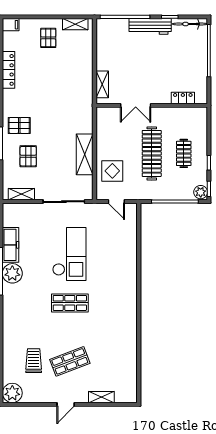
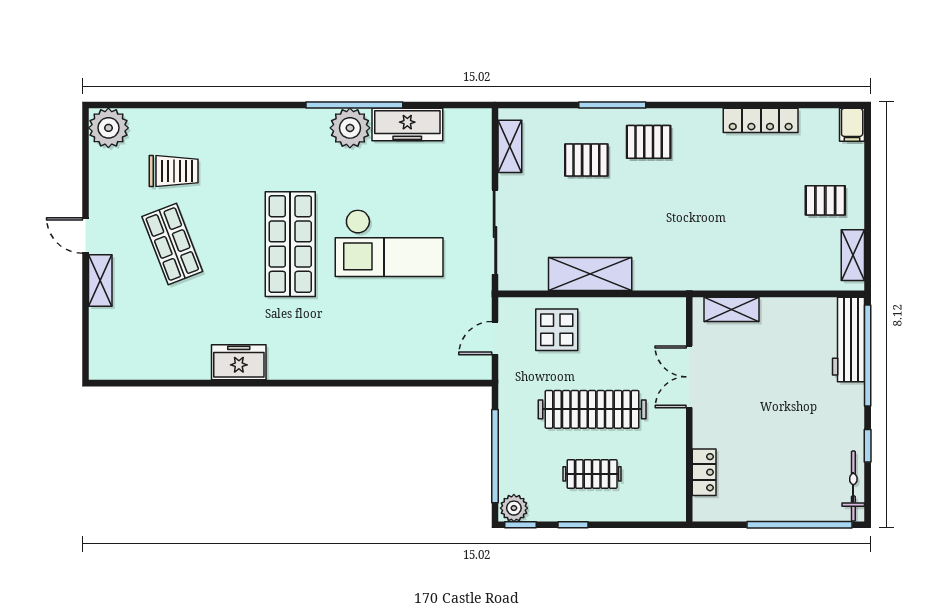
workbench: (150, 26) -> (849, 339), moved
pallet: (19, 125) -> (649, 142), turned 90
shop shelf: (70, 303) -> (290, 244), width x1.43, depth x1.36
freezer: (128, 328) -> (239, 362), added
shelving: (101, 397) -> (100, 280), moved

